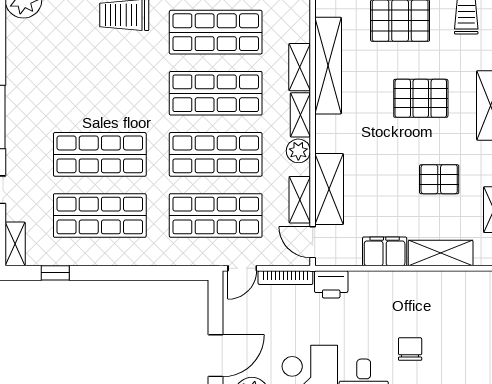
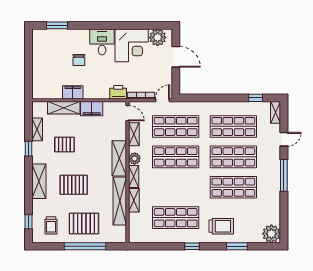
shop shelf: (216, 93) -> (233, 187), moved
shelving: (329, 189) -> (119, 158), moved
filing cabinet: (422, 284) -> (73, 92), added
door: (216, 356) -> (176, 57), swing flipped

